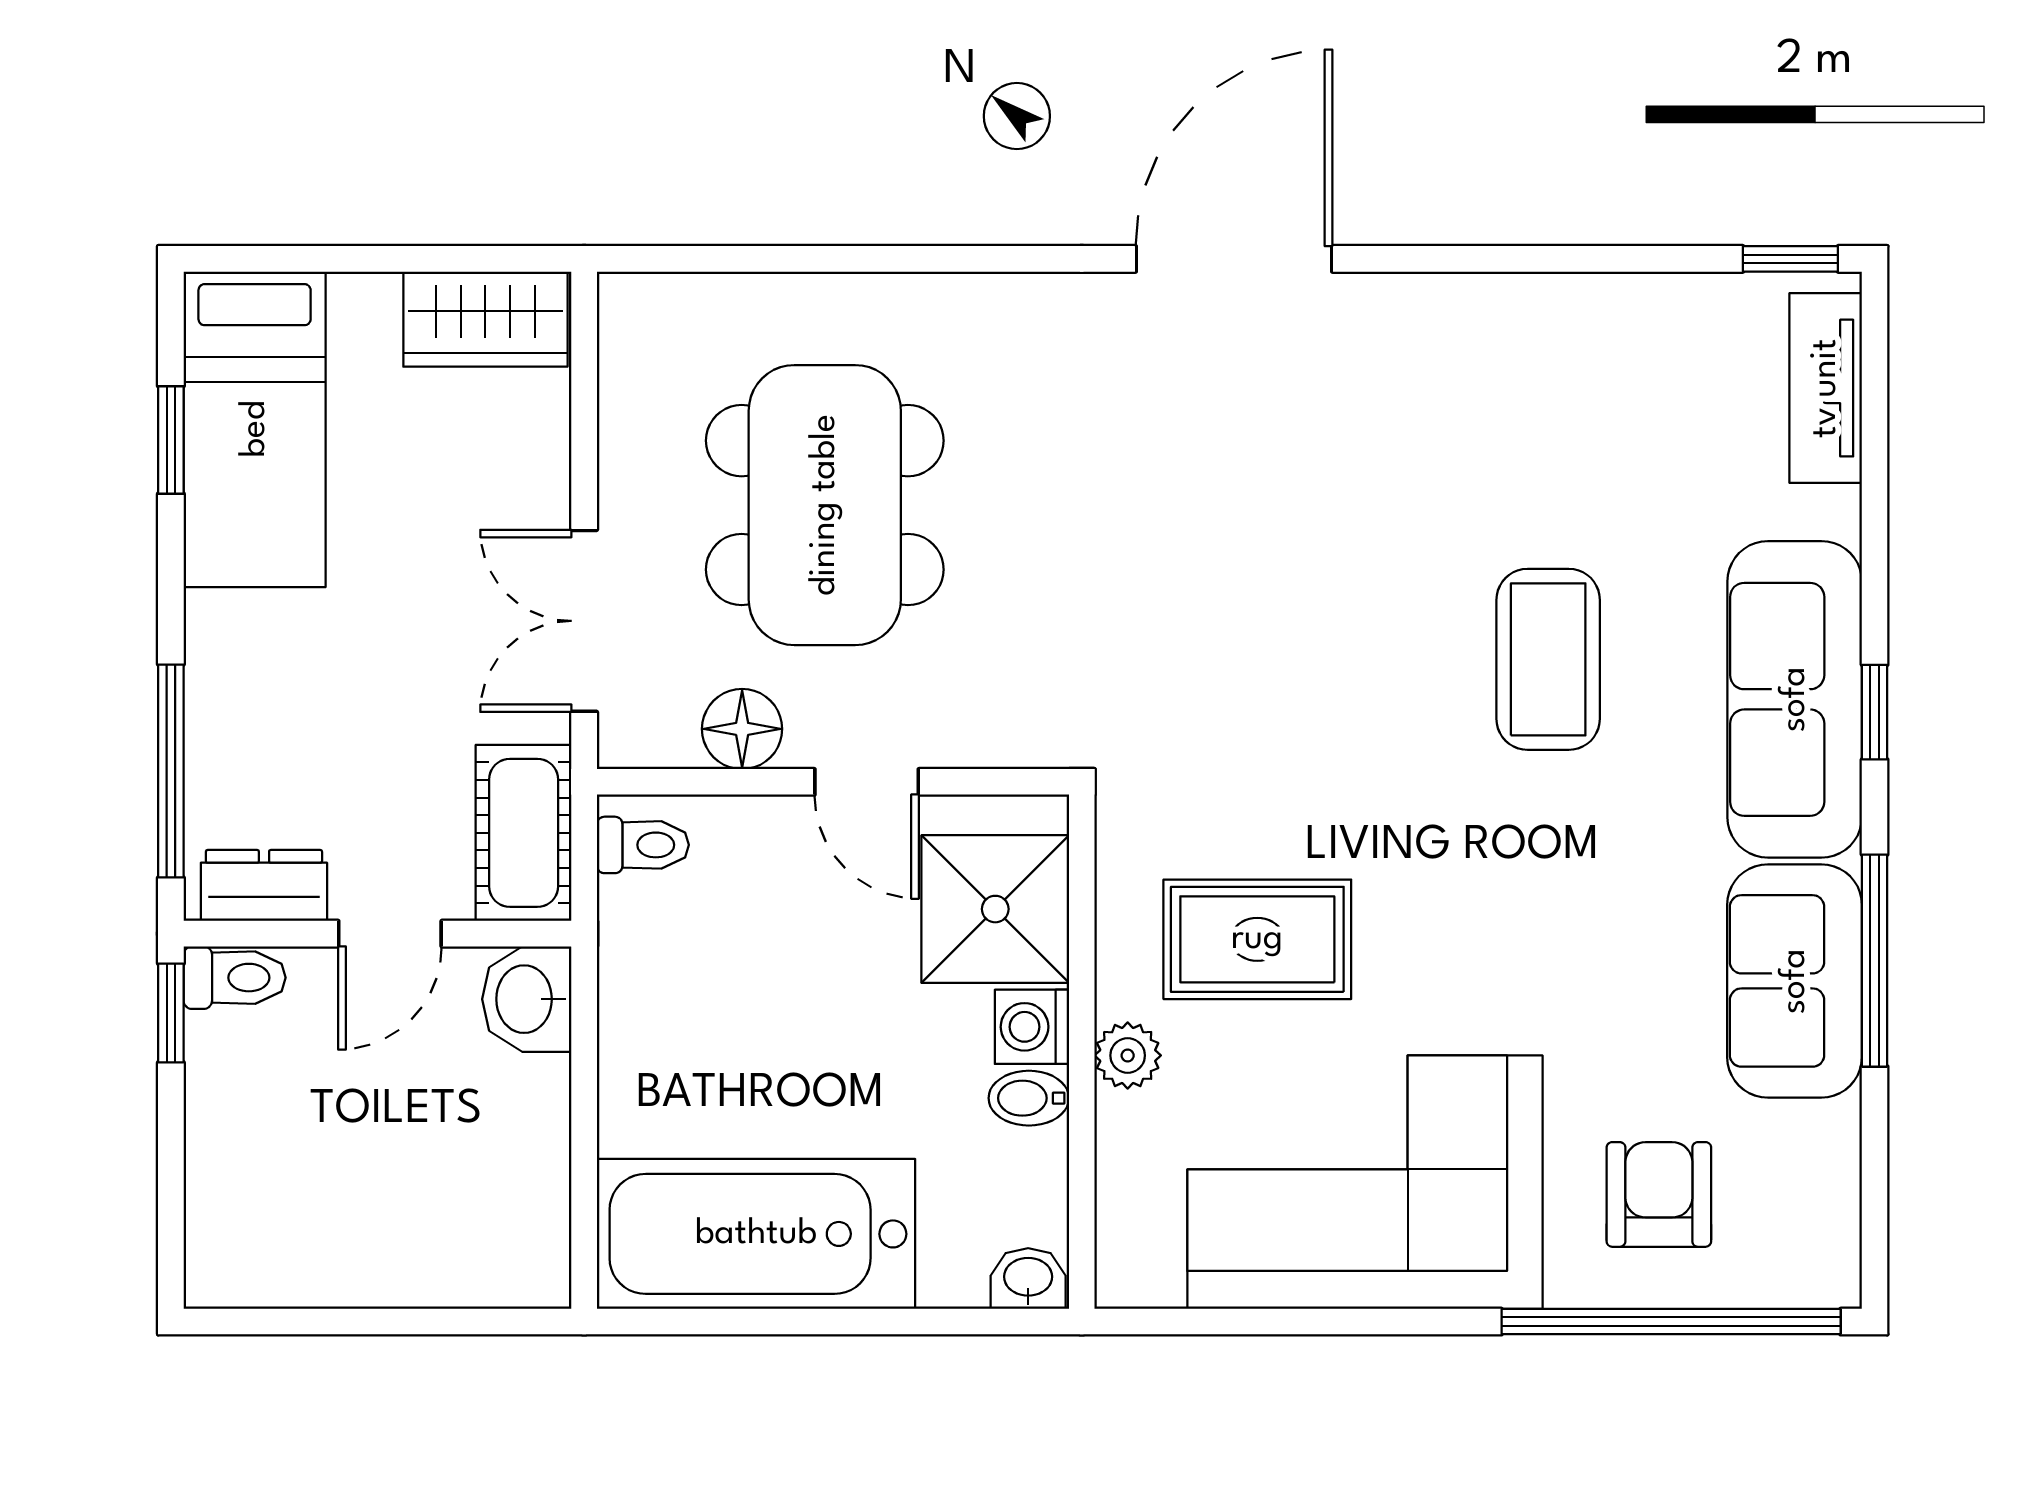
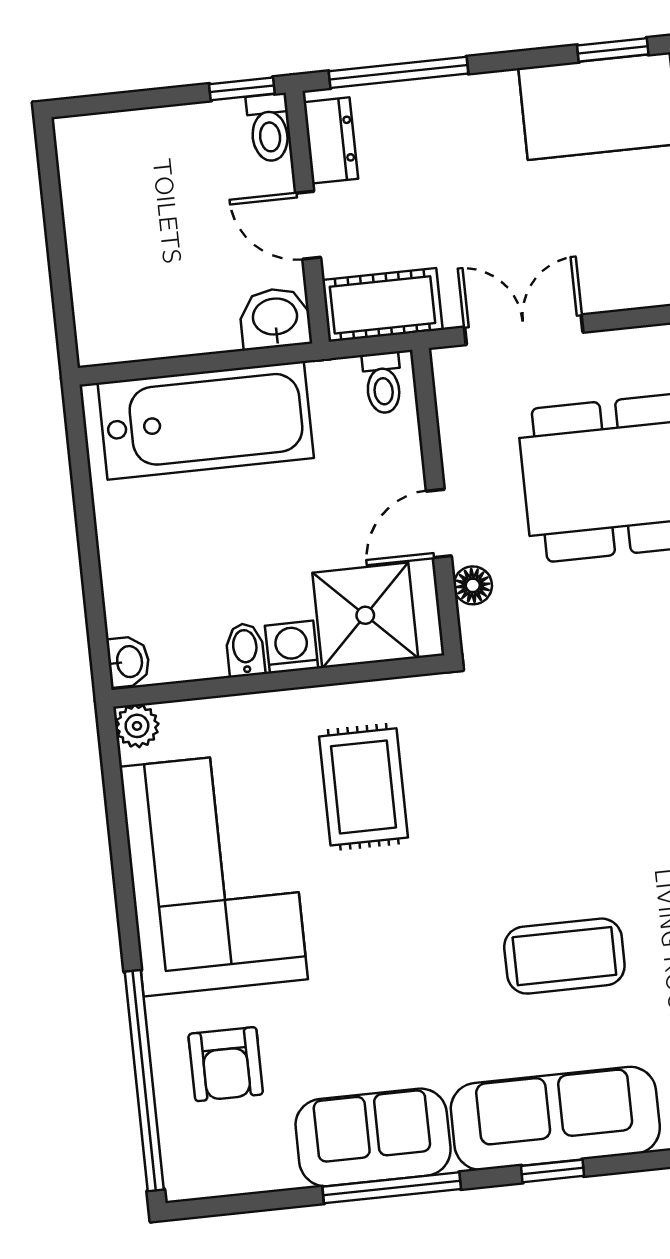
floor lamp: (742, 729) -> (473, 585), moved, width x0.73, depth x0.73
plant: (1128, 1055) -> (137, 726), moved
armchair: (1659, 1194) -> (226, 1064), turned 90
bathtub: (756, 1234) -> (206, 420), moved, turned 90

